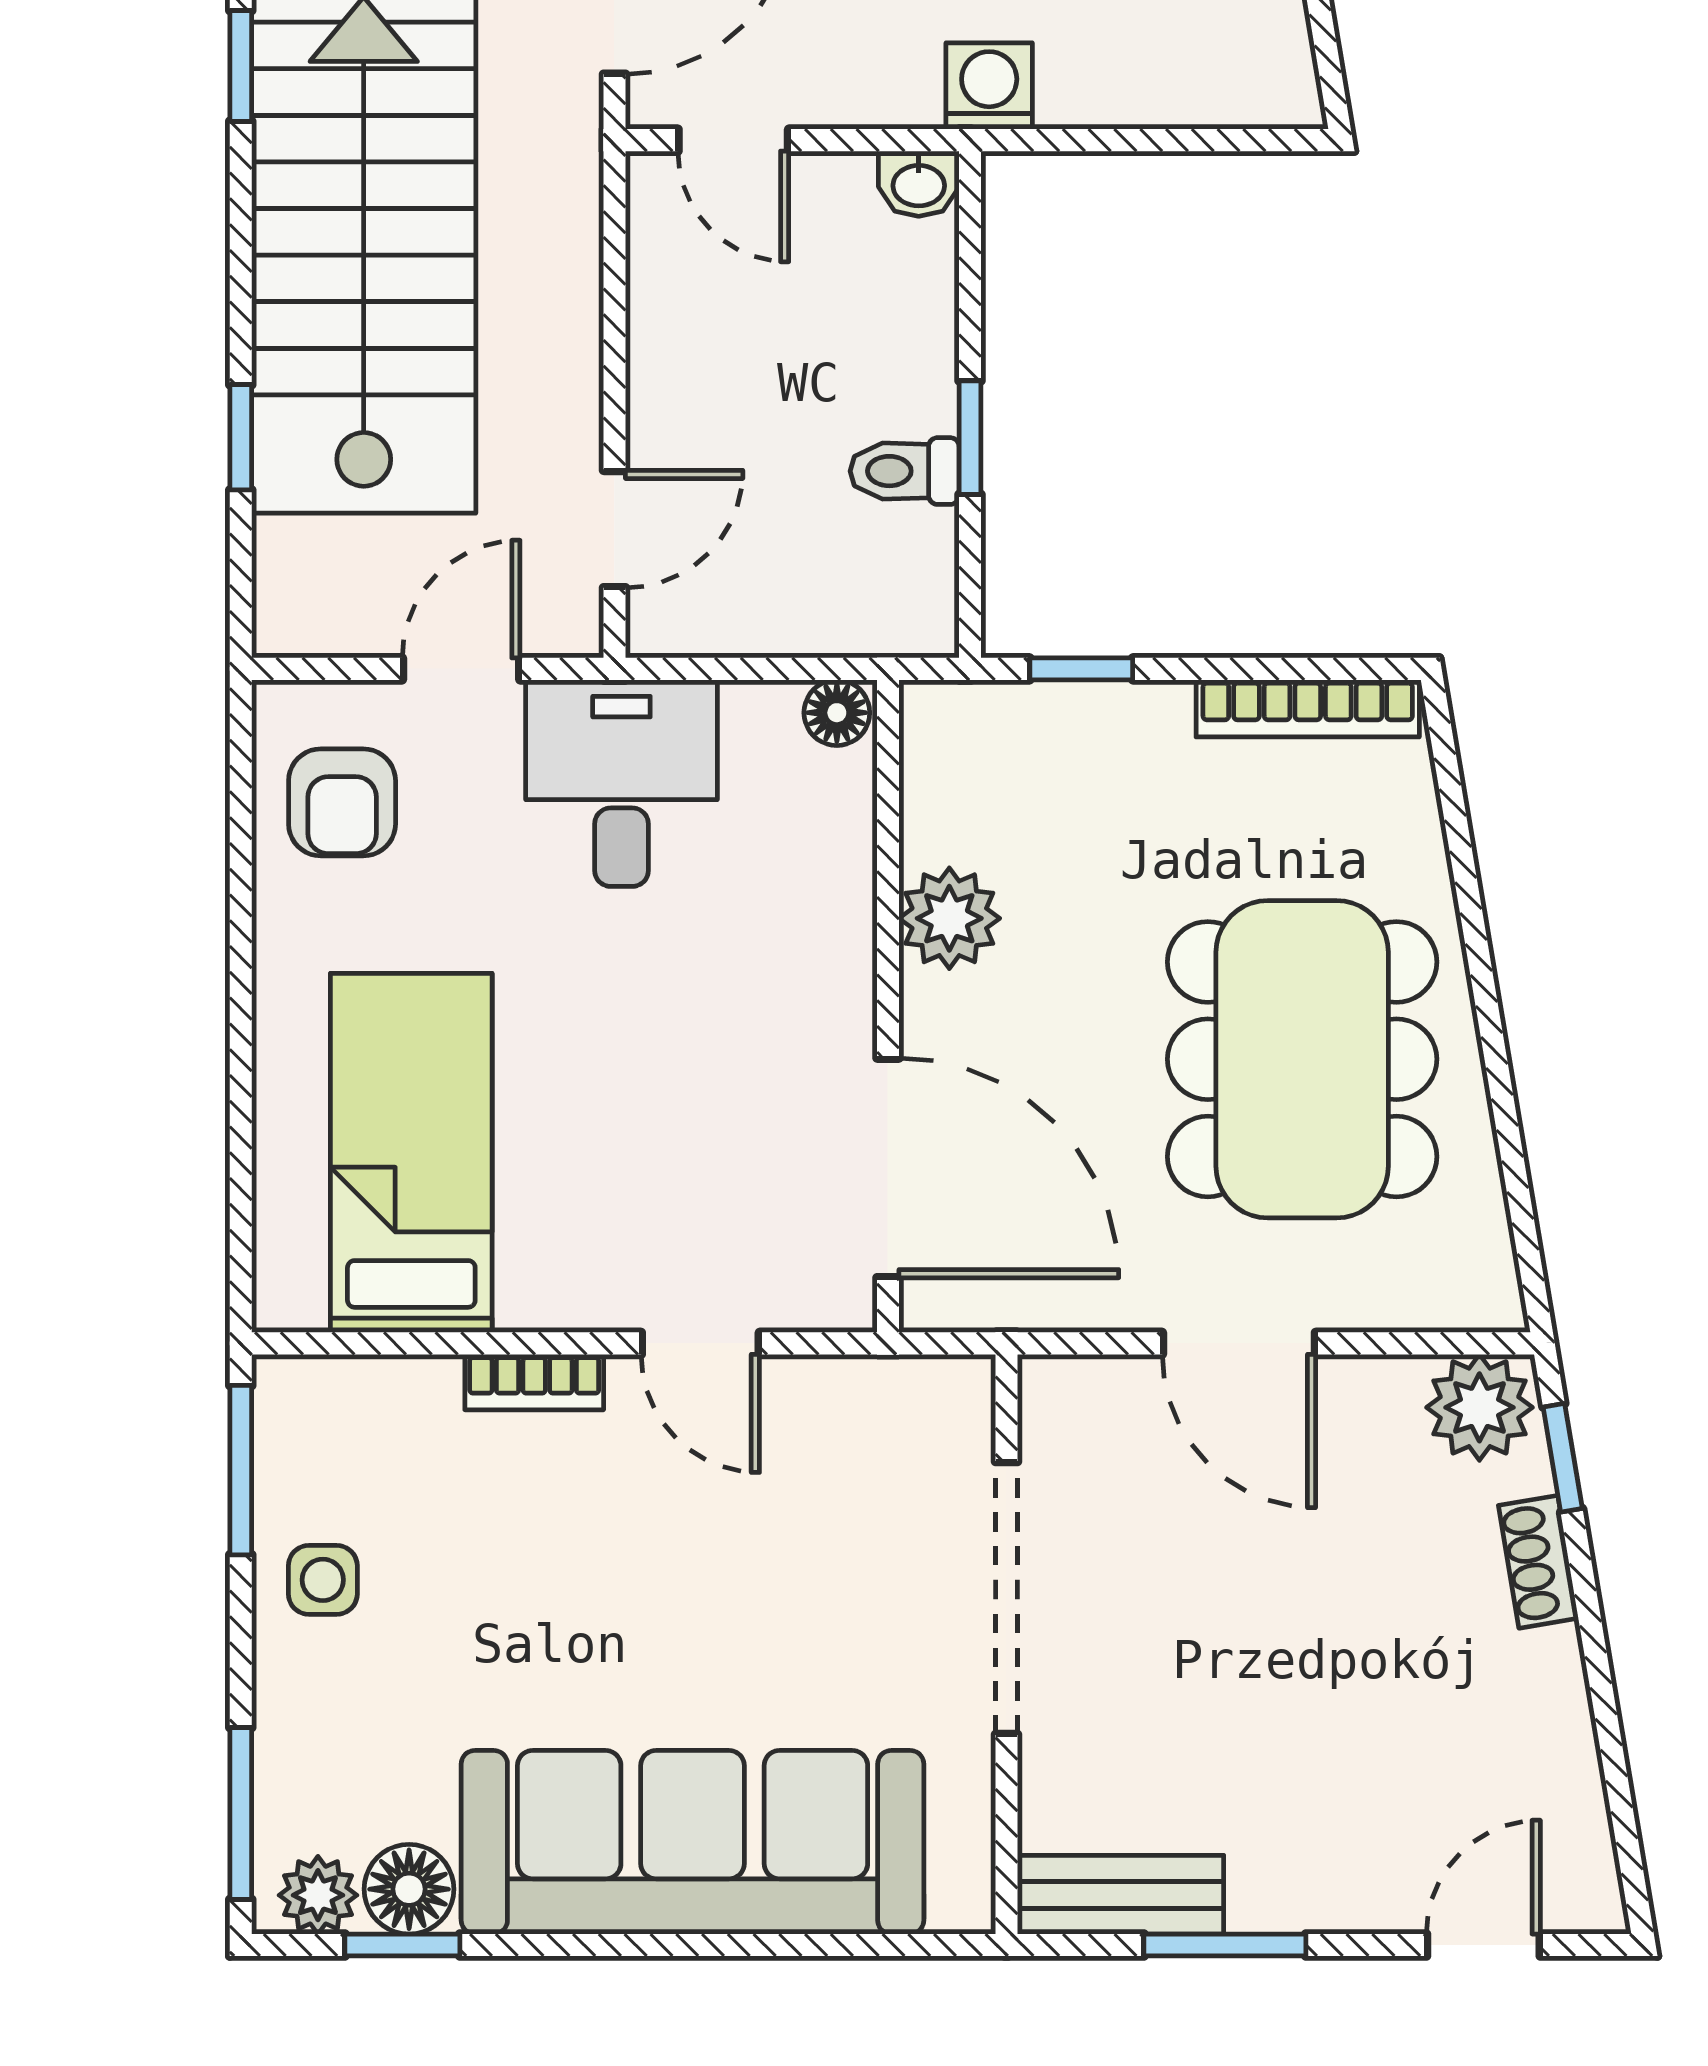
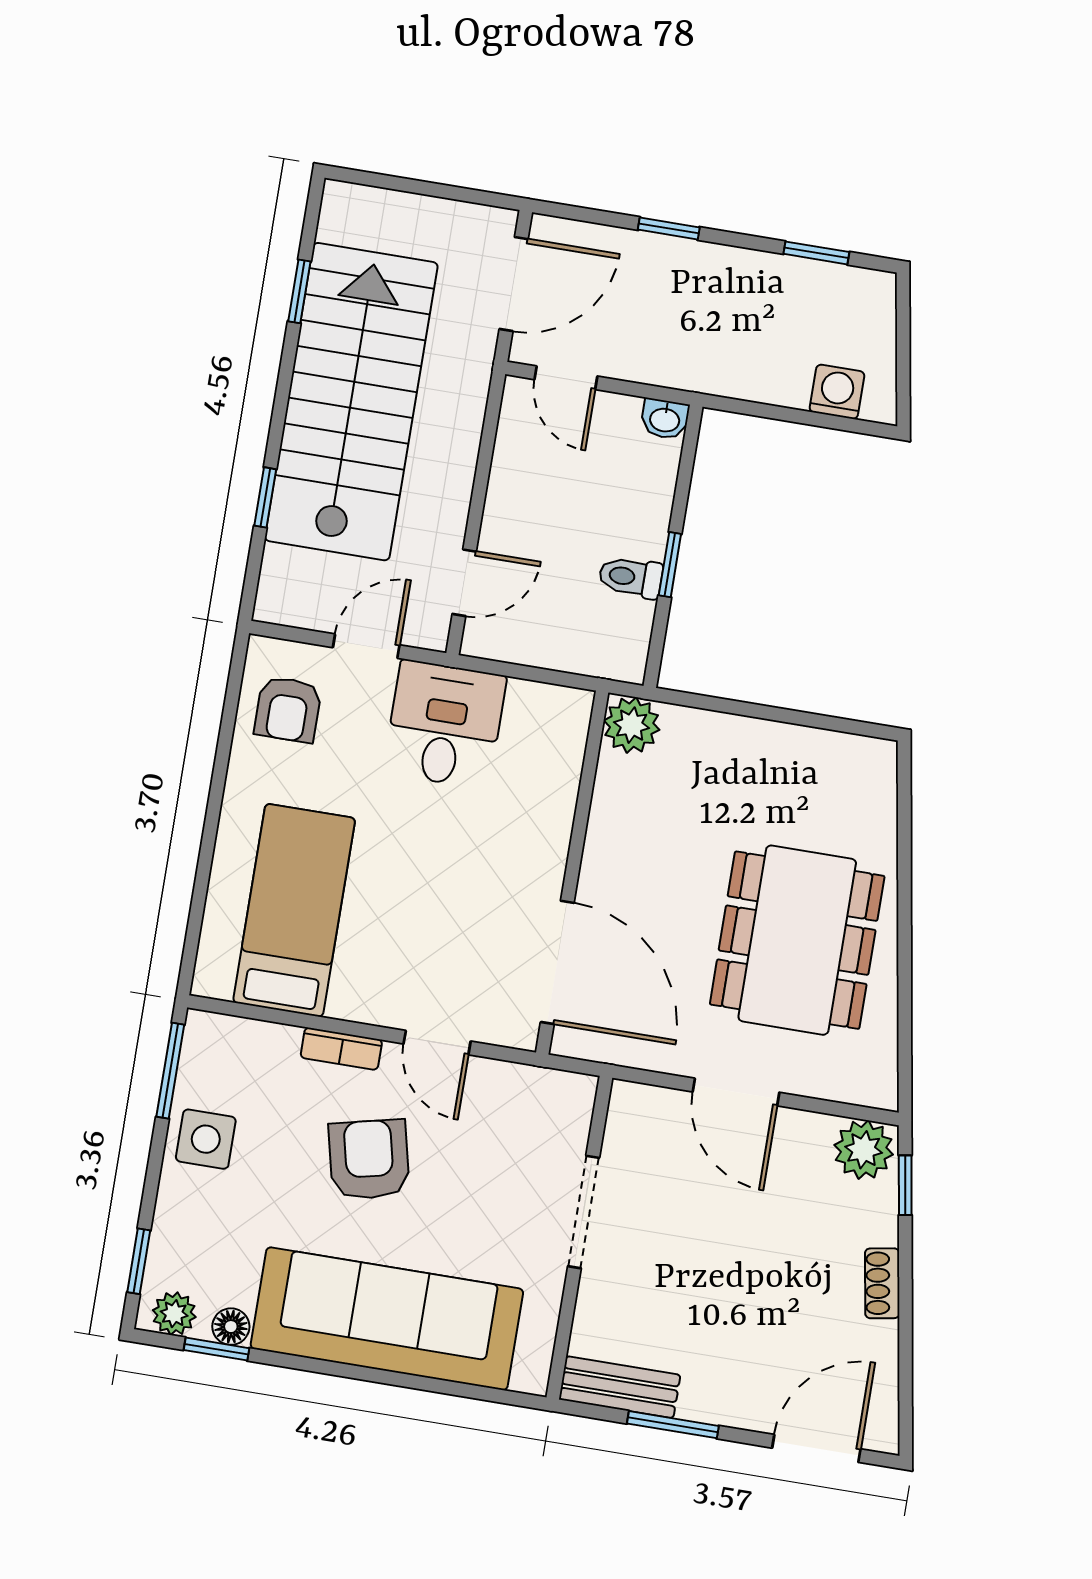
washing machine: (989, 86) -> (837, 392), moved
window: (1081, 669) -> (710, 703), removed
bookcase: (1308, 708) -> (832, 746), removed
floor lamp: (837, 713) -> (571, 705), removed
plant: (949, 918) -> (632, 725), moved
shoe rack: (1538, 1562) -> (882, 1283), moved
armchair: (615, 1568) -> (369, 1160), added
side table: (323, 1580) -> (206, 1139), width x1.37, depth x1.37
doorway: (1006, 1598) -> (584, 1212), width x0.73
window: (241, 1813) -> (139, 1261), width x0.67
floor lamp: (409, 1889) -> (231, 1327), width x0.73, depth x0.73
door: (1483, 1945) -> (816, 1448), width x1.38

